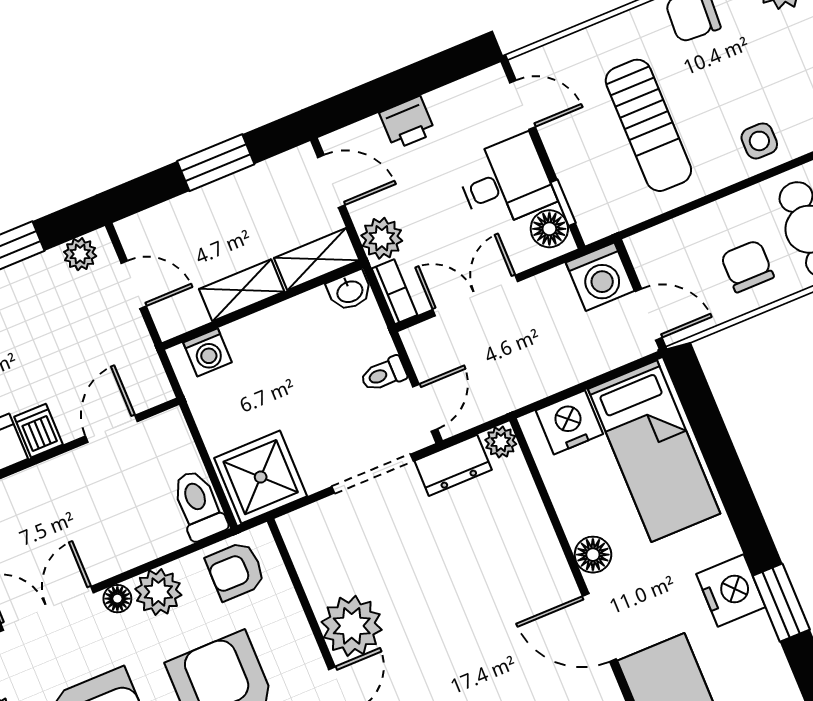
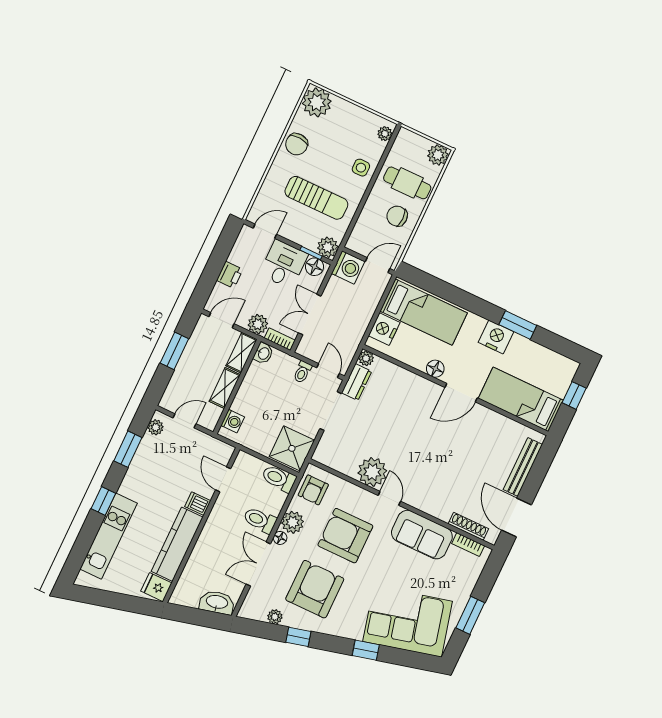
plant: (597, 217) -> (328, 247), added
toilet: (111, 543) -> (260, 520), added

